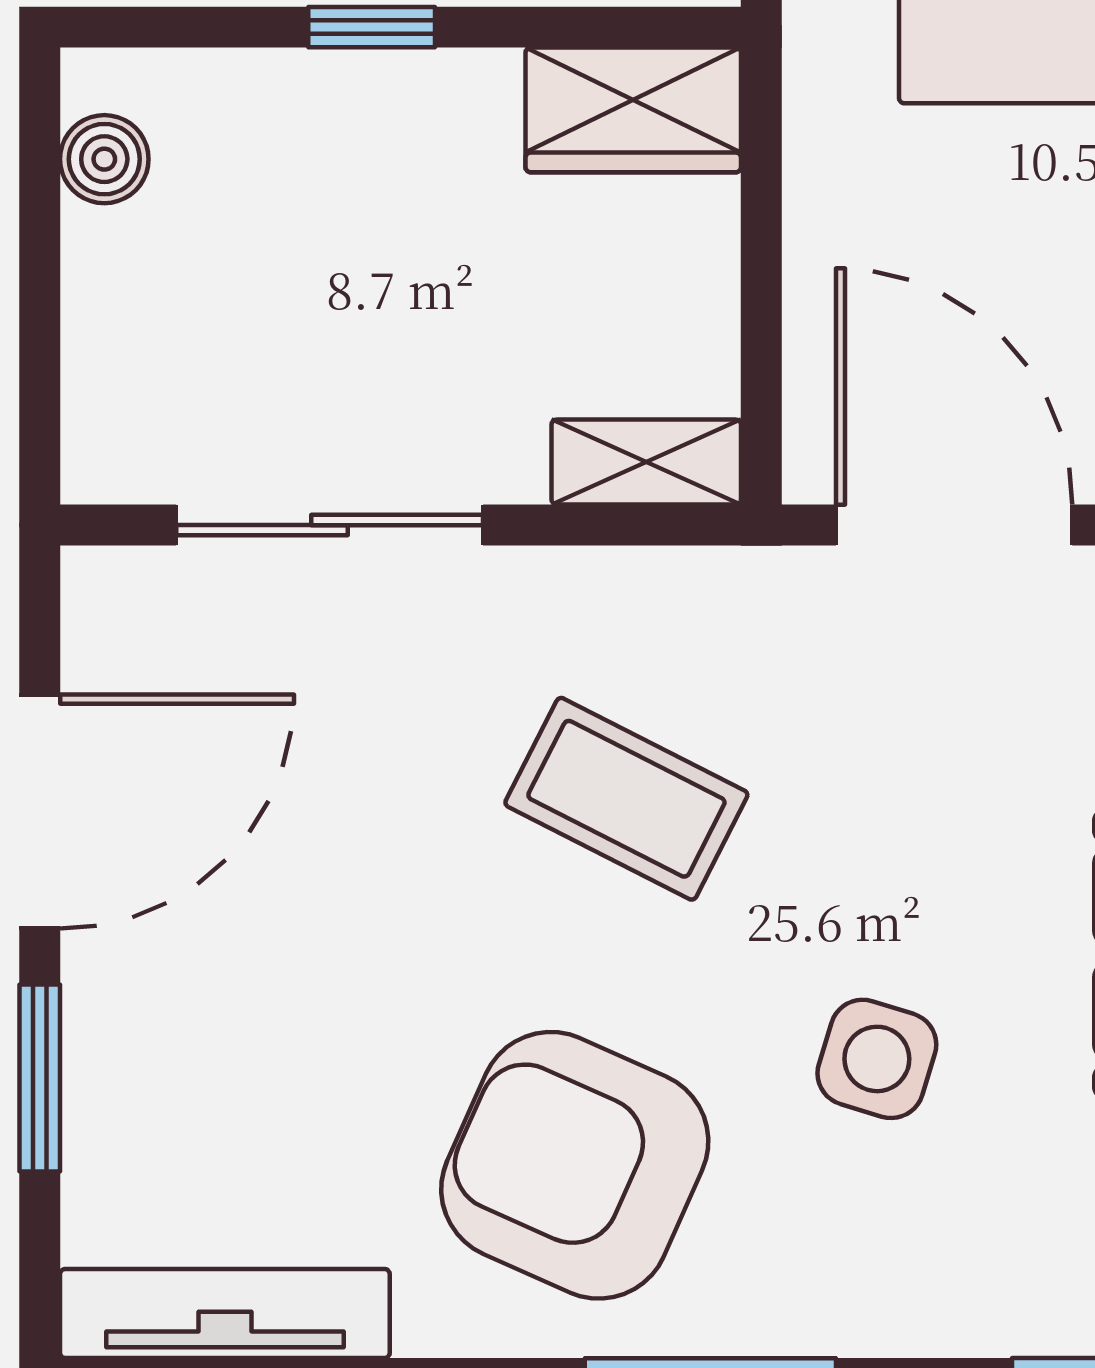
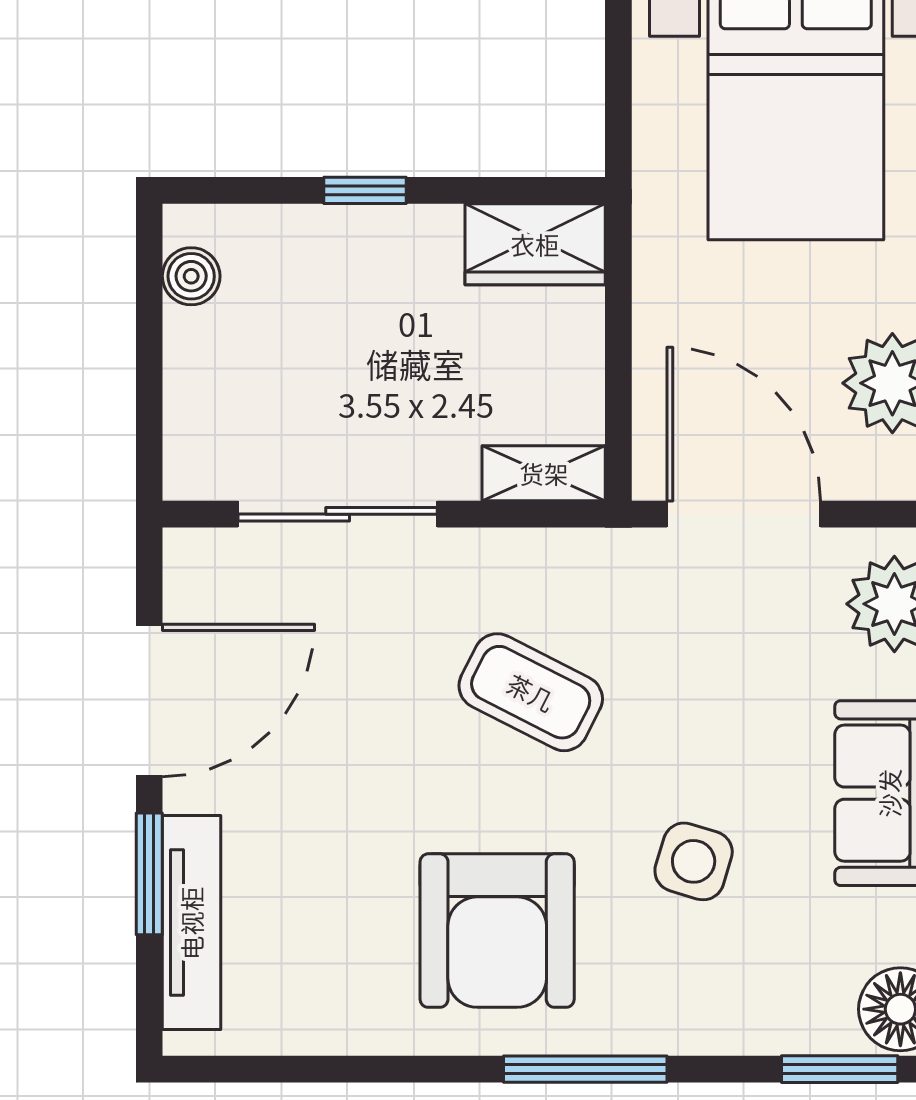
armchair: (575, 1165) -> (497, 931), turned -114
tv unit: (225, 1313) -> (191, 923), moved, turned 90

